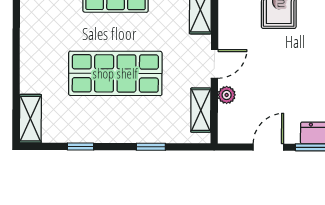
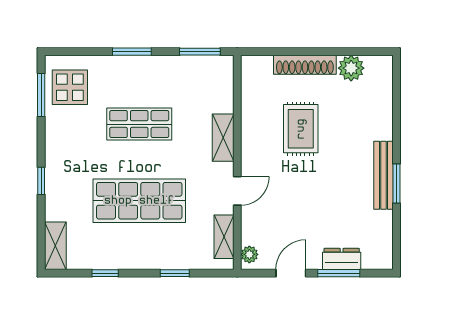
window: (16, 53) -> (41, 181), added
plant: (227, 95) -> (249, 254), moved

